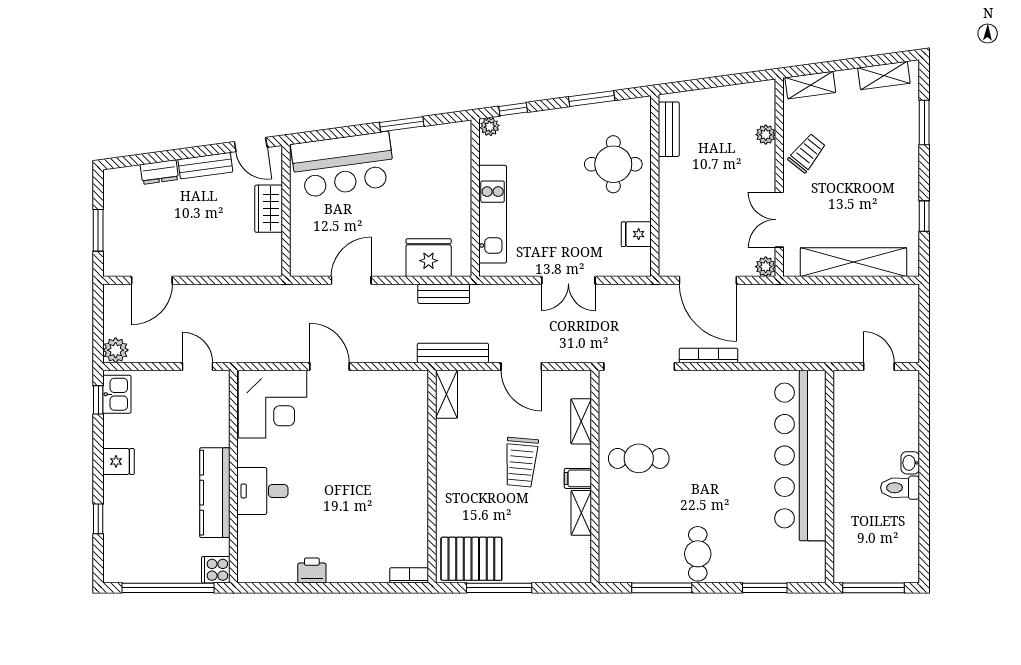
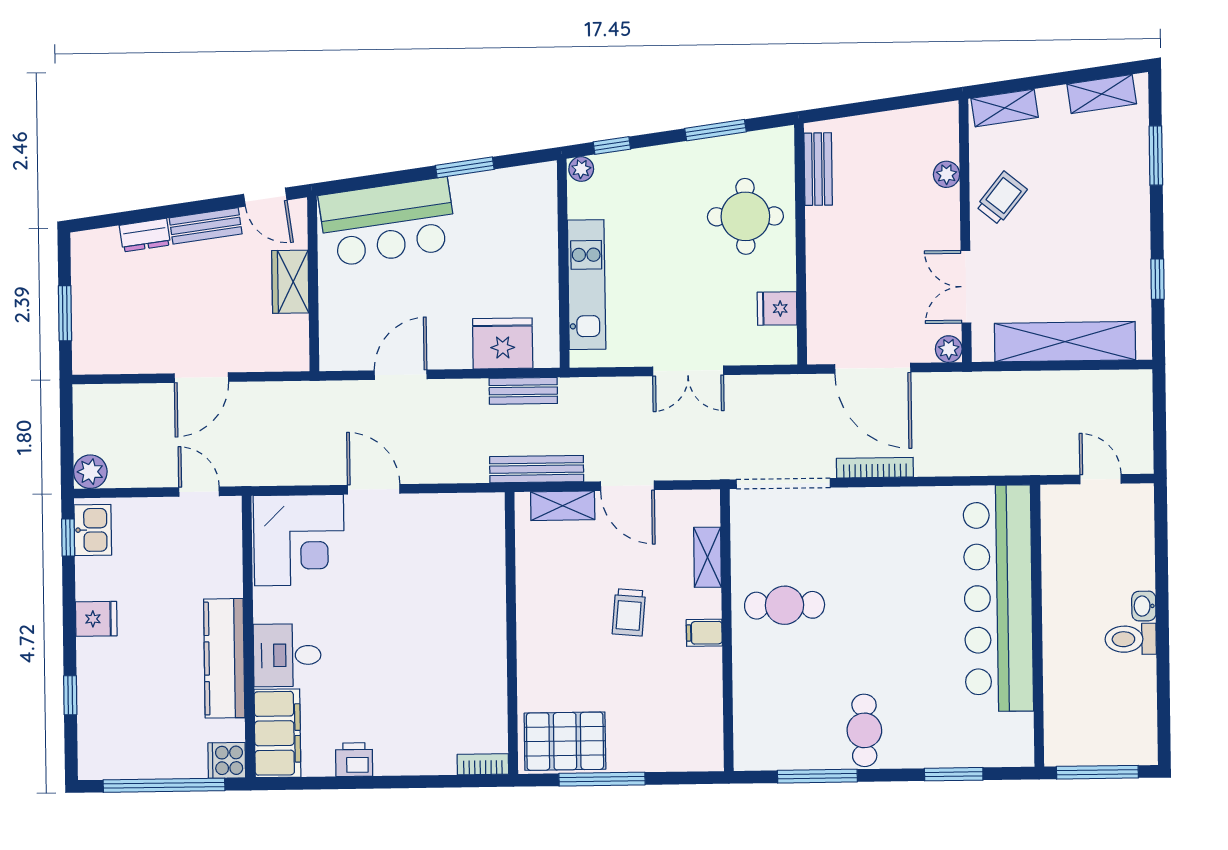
door: (152, 280) -> (201, 378), moved
shelving: (447, 394) -> (563, 506), moved, turned 90
trolley: (521, 462) -> (629, 612), width x0.73, depth x0.72
shelving: (581, 513) -> (709, 678), removed
filing cabinet: (254, 550) -> (277, 733), added

